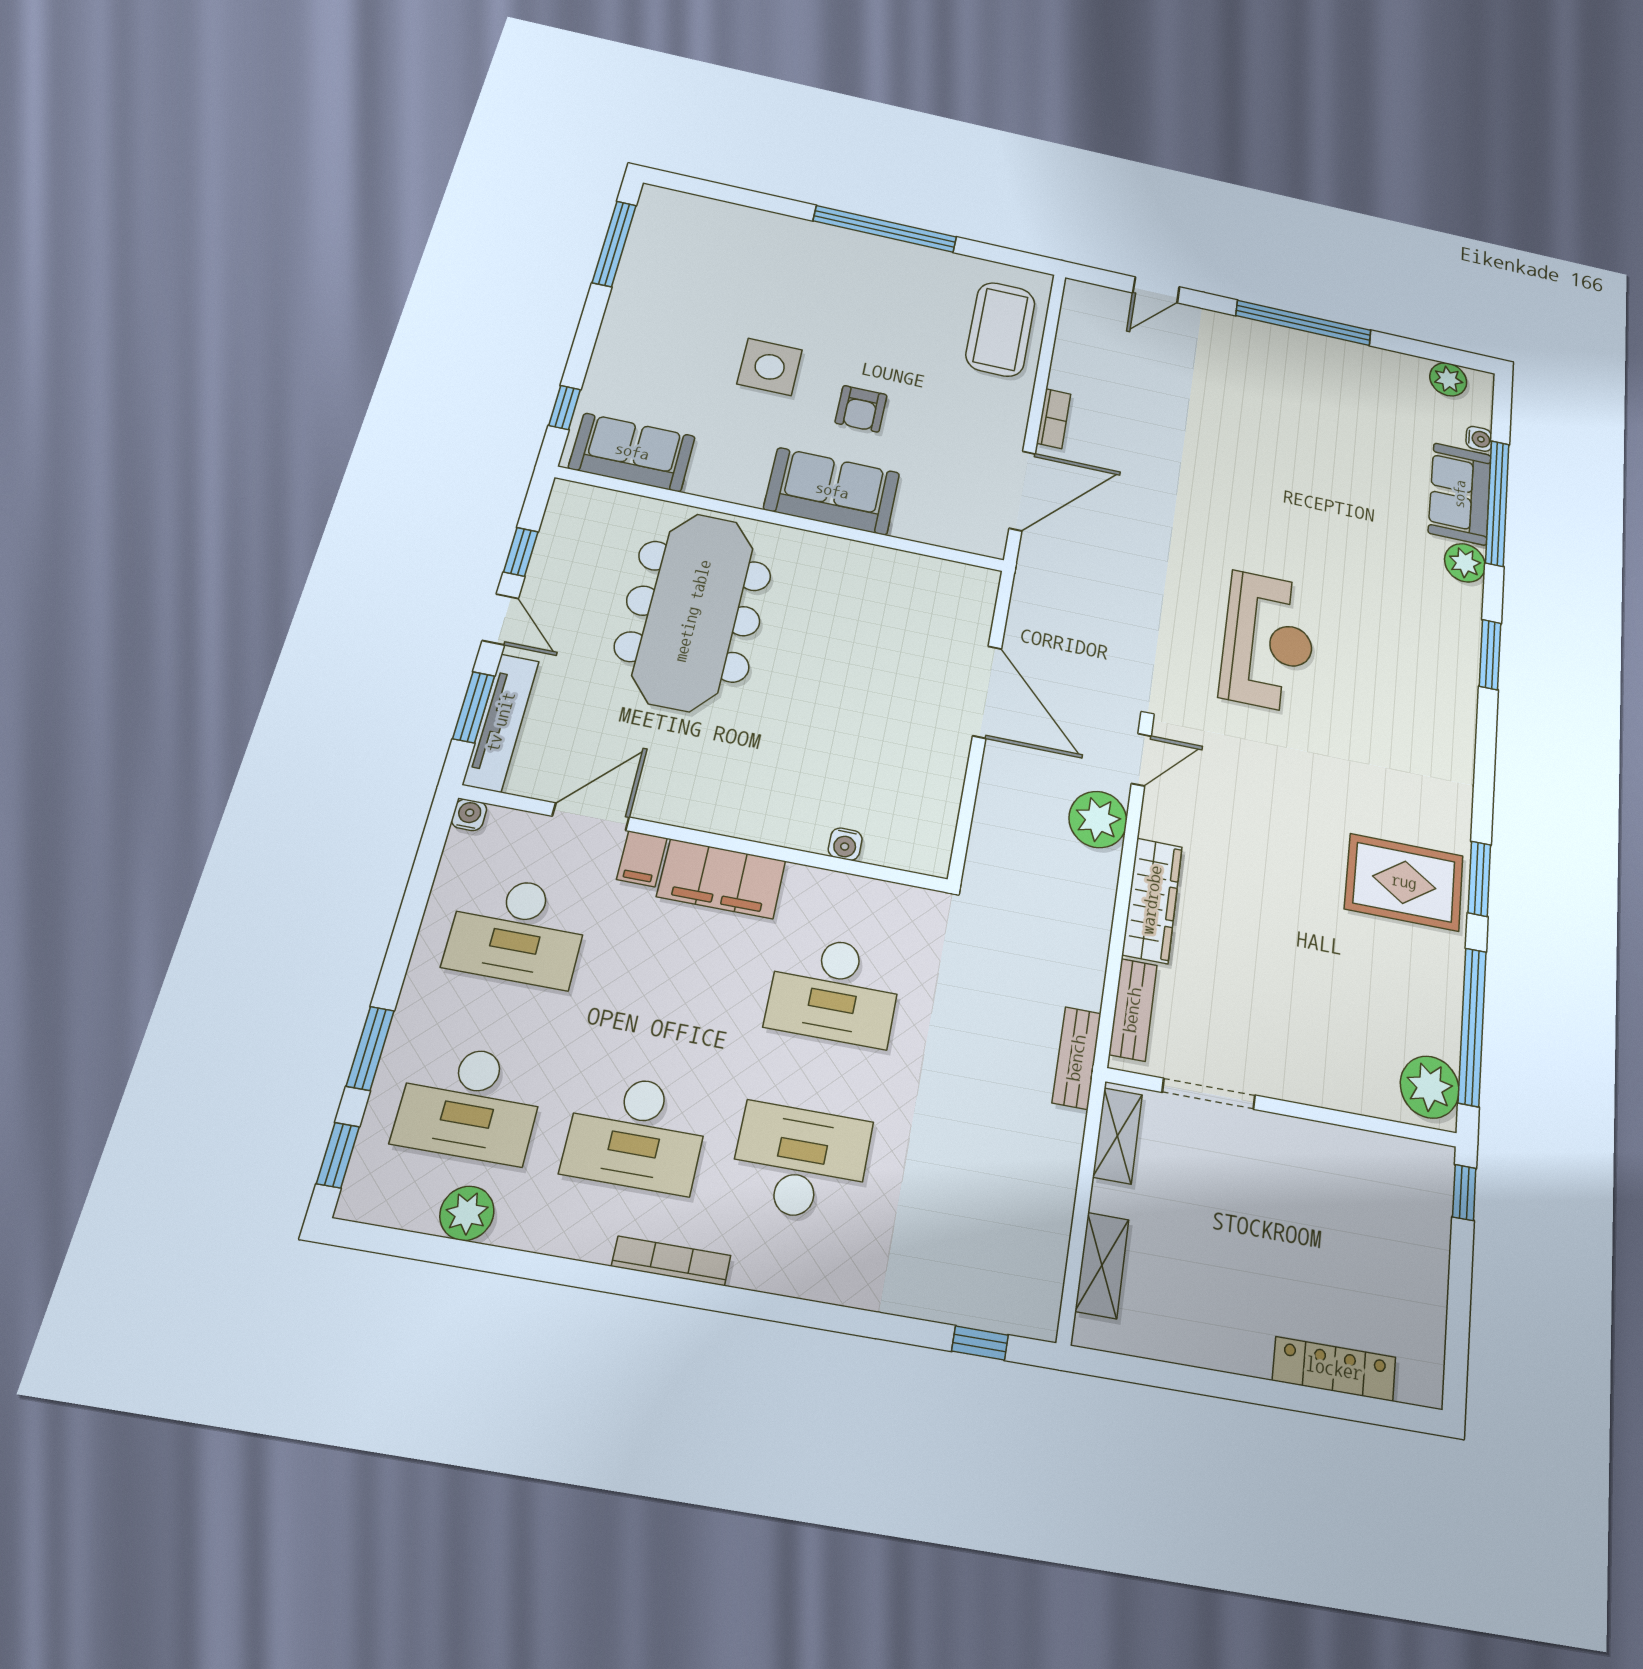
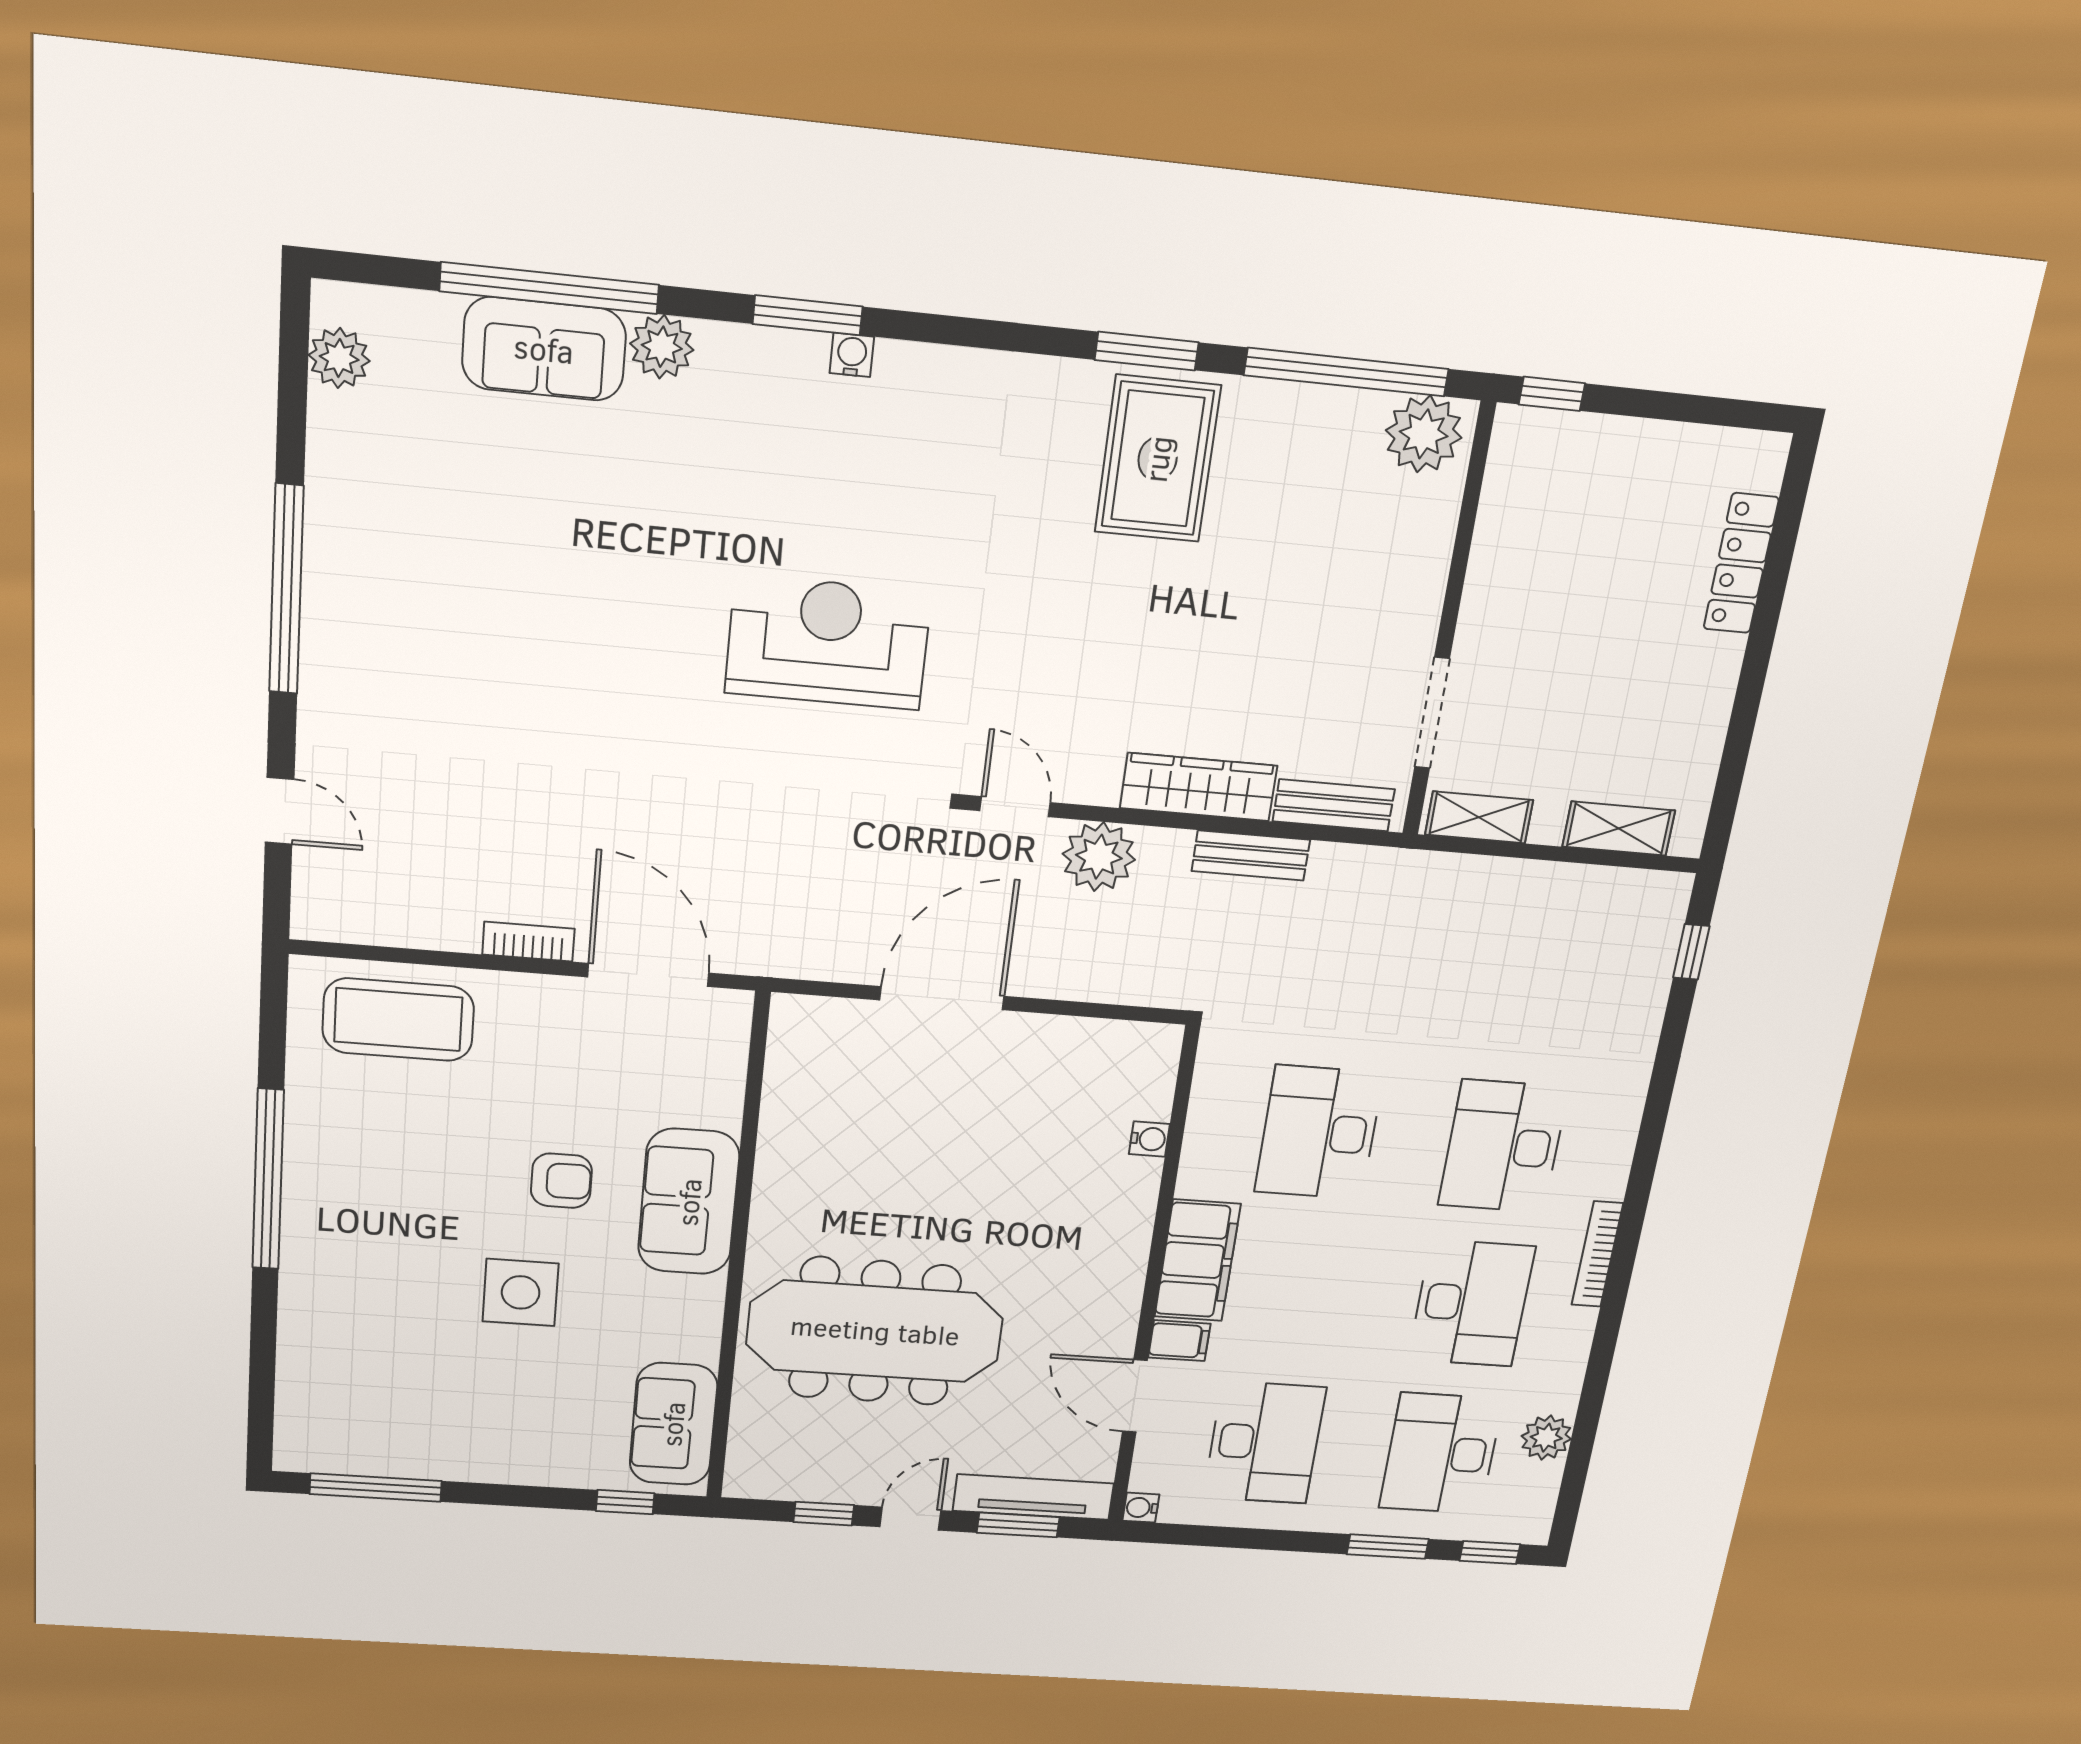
water cooler: (1479, 439) -> (852, 355), moved
desk: (834, 990) -> (1319, 1133), turned 180
bench: (1077, 1058) -> (1251, 855), moved
desk: (470, 1103) -> (1441, 1453), turned 180

